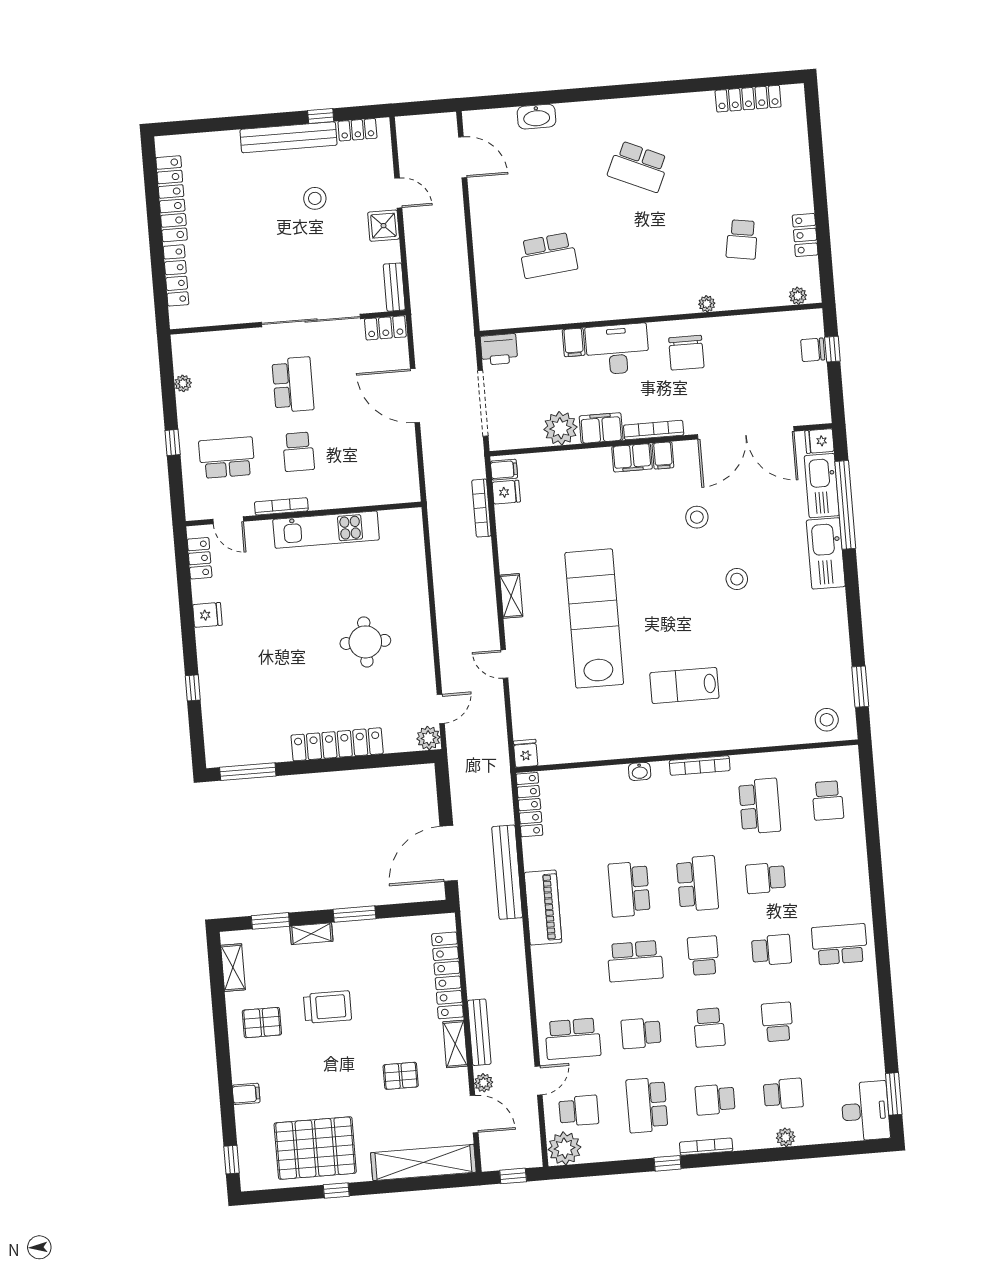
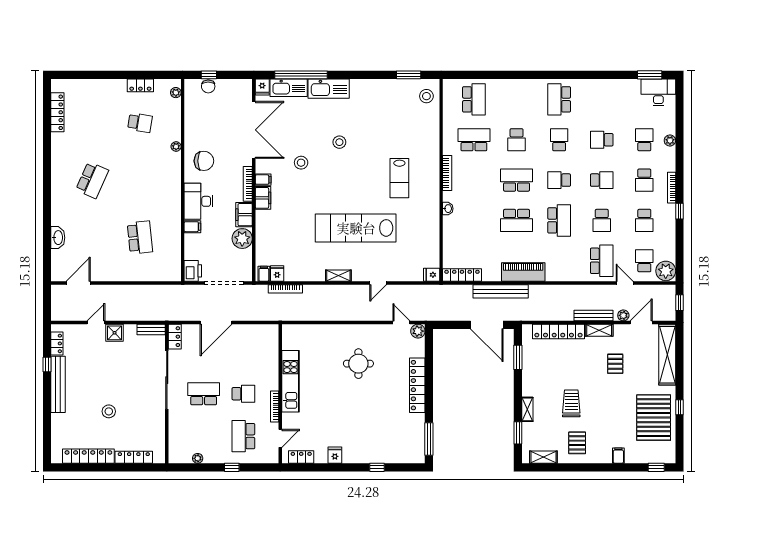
stool: (315, 198) -> (109, 411), moved
school desk: (828, 800) -> (474, 99), width x1.85
window: (355, 914) -> (518, 357), moved
school desk: (647, 1105) -> (644, 220), width x0.54

